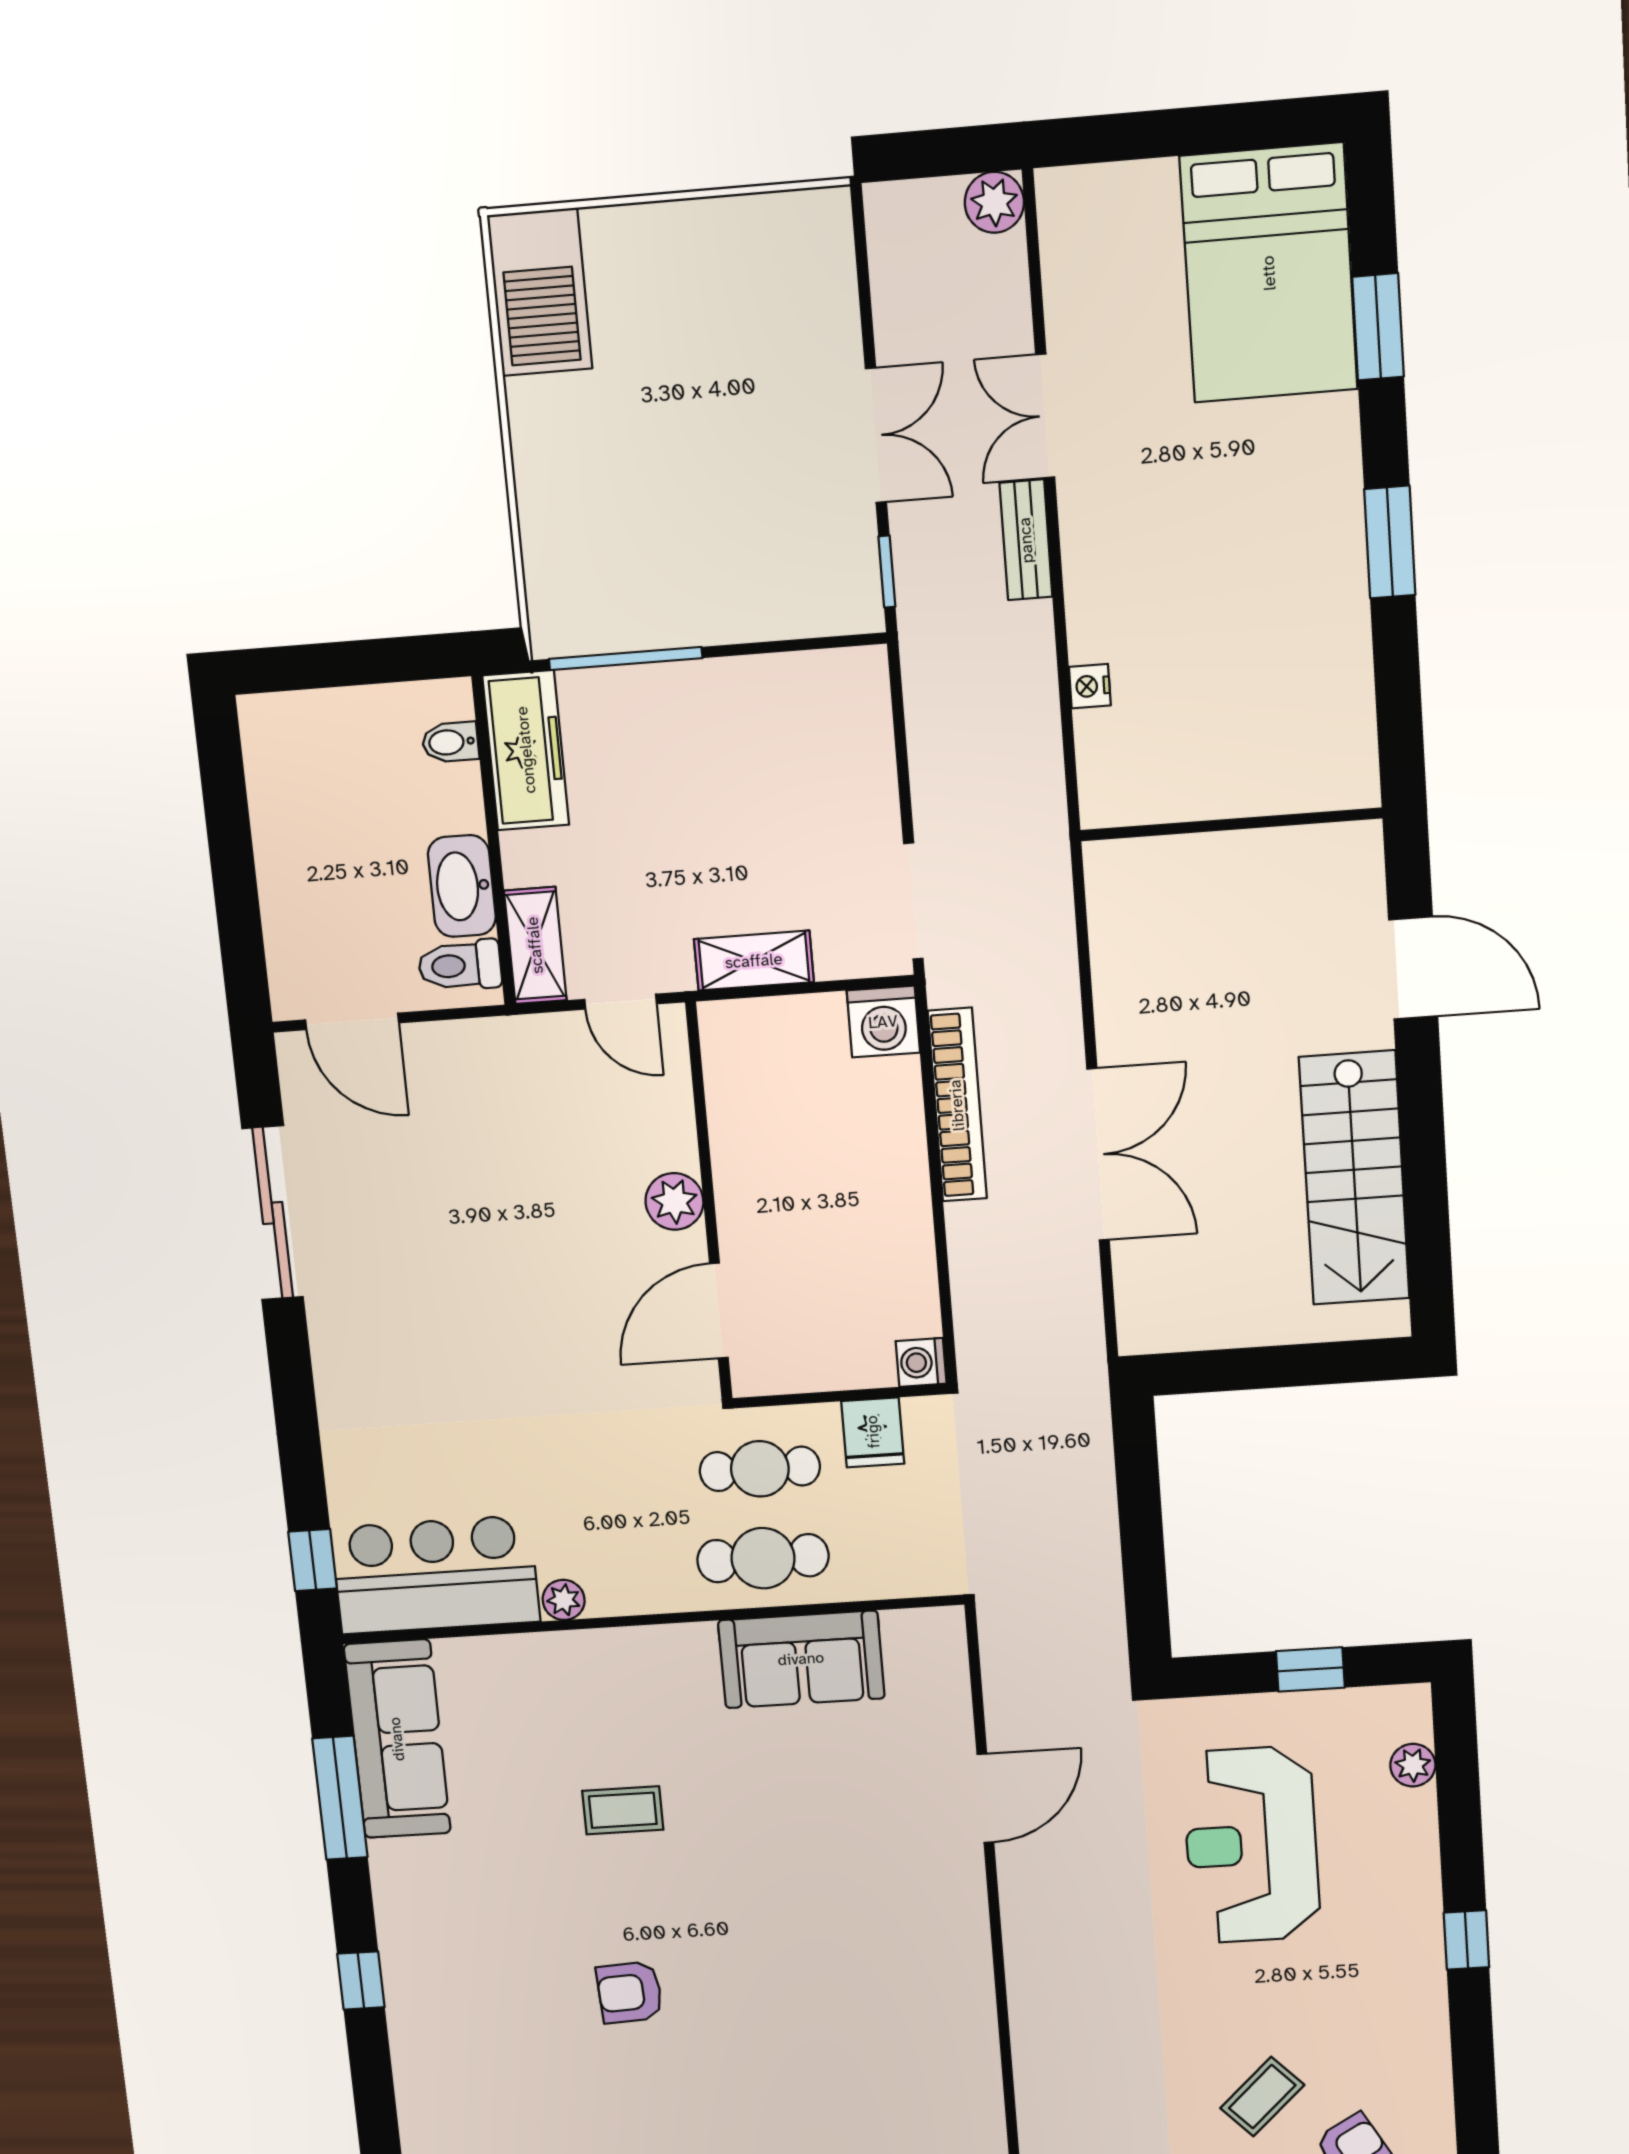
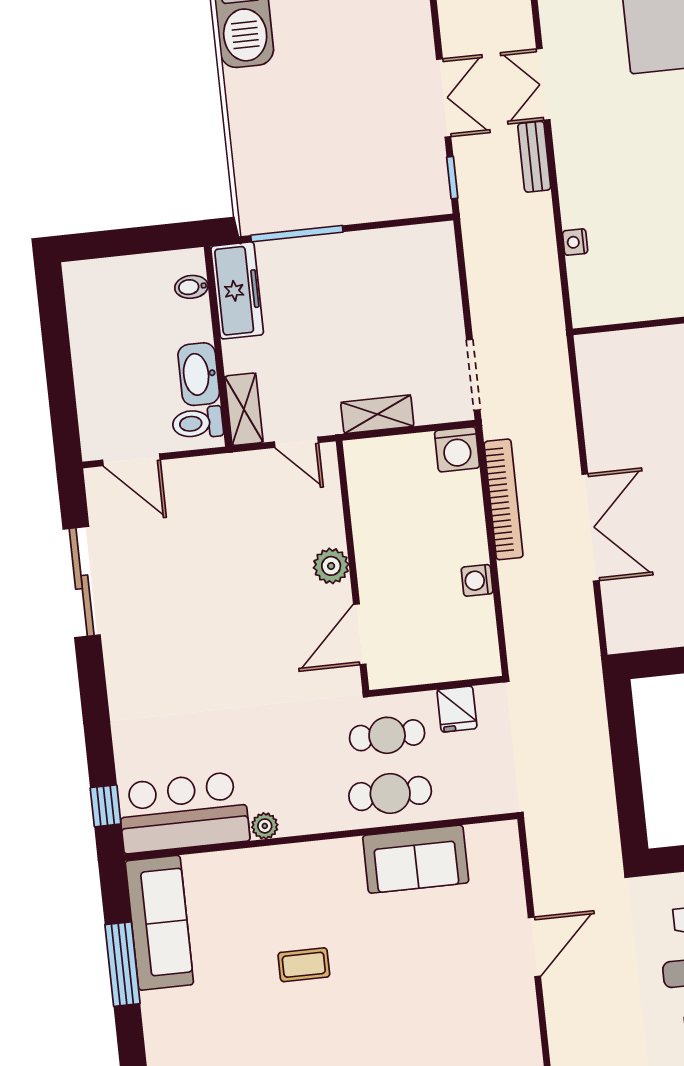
washing machine: (921, 1362) -> (477, 580), moved

